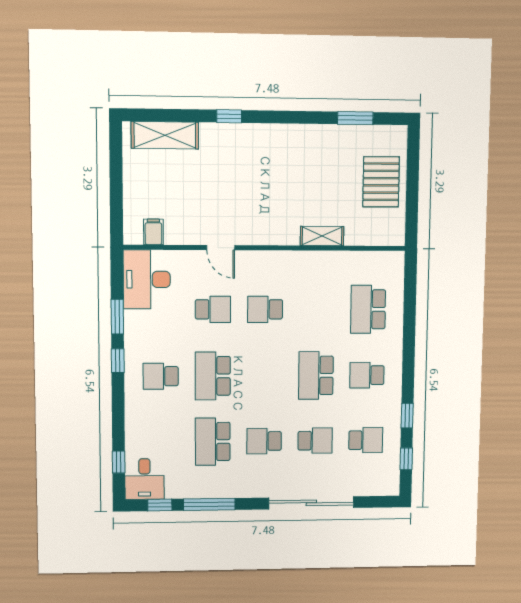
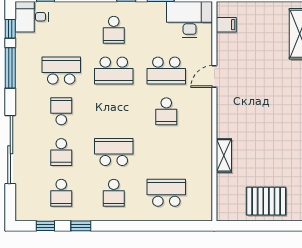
school desk: (213, 309) -> (166, 71), width x1.85
school desk: (265, 309) -> (166, 111), turned 180
school desk: (367, 375) -> (114, 193), turned 180
school desk: (161, 376) -> (114, 30), turned 180
school desk: (213, 376) -> (114, 71), turned 180

